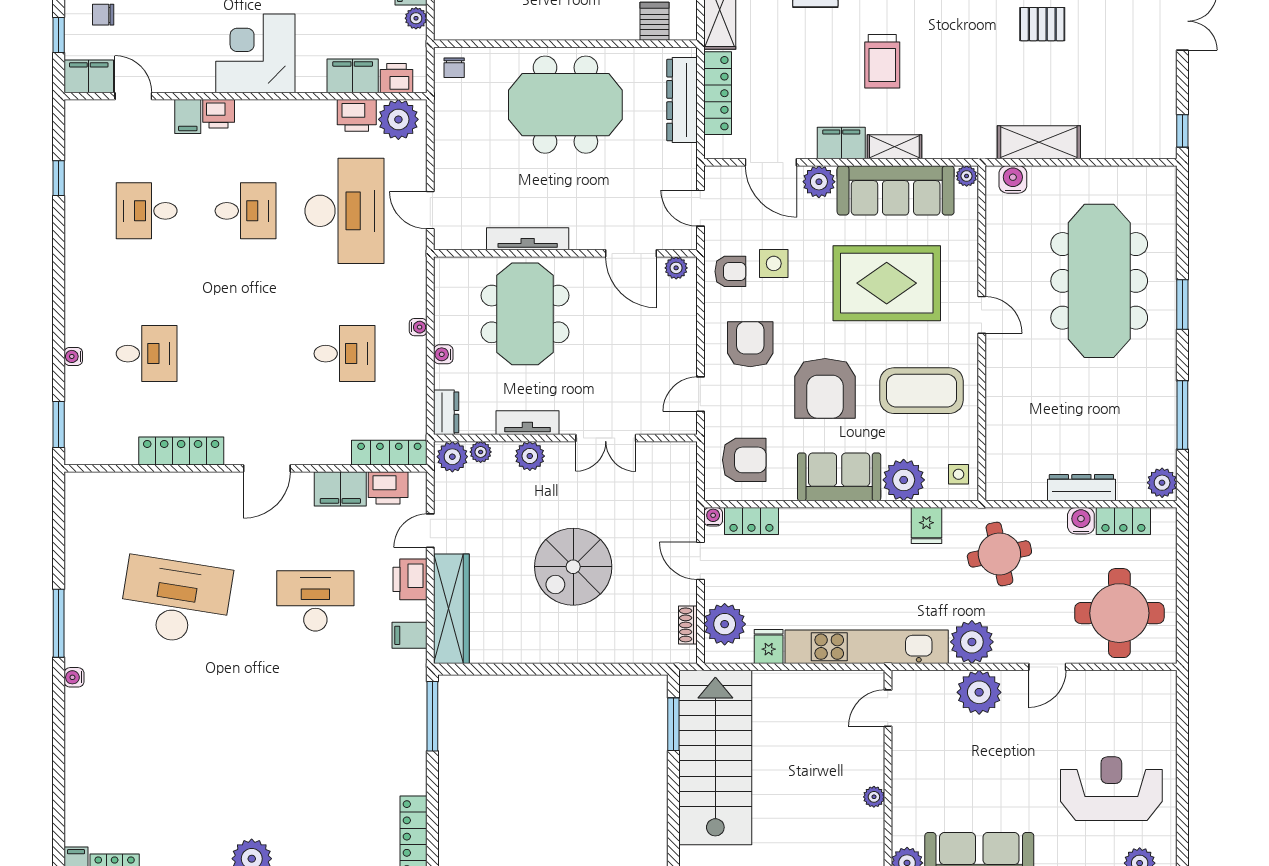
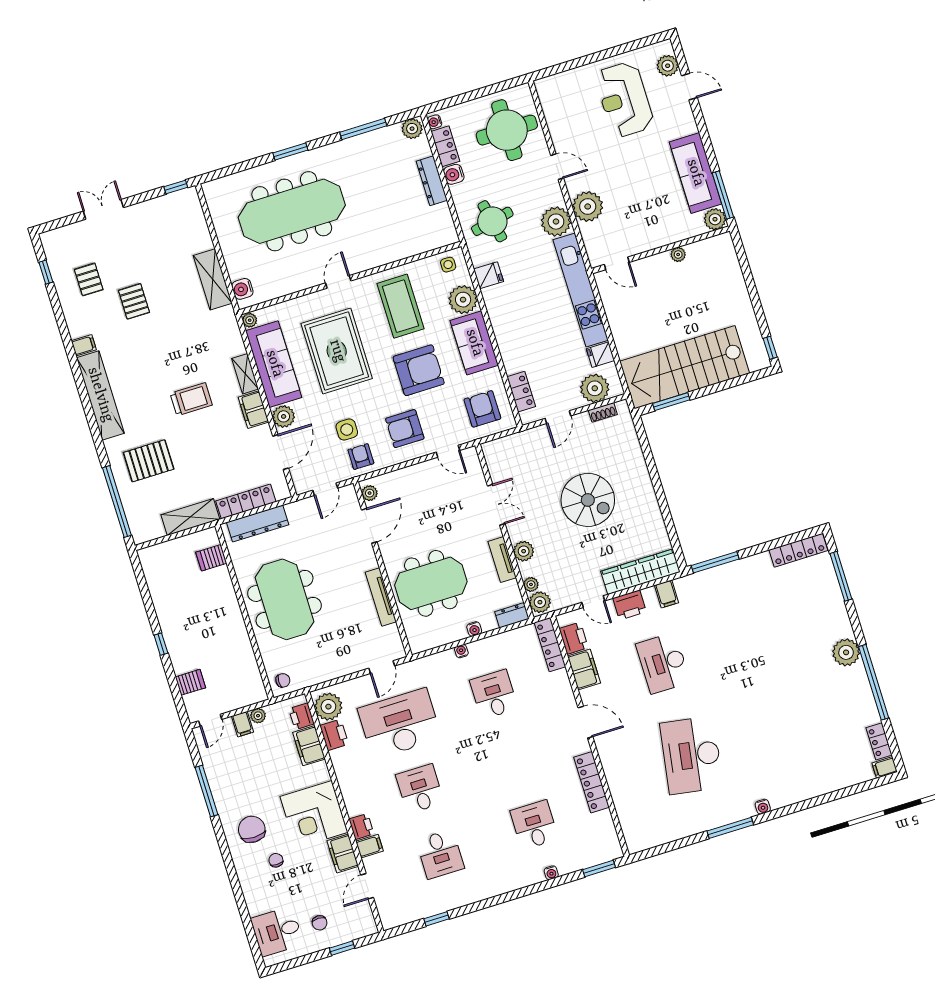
filing cabinet: (89, 76) -> (343, 853), moved
water cooler: (713, 517) -> (435, 122), moved

